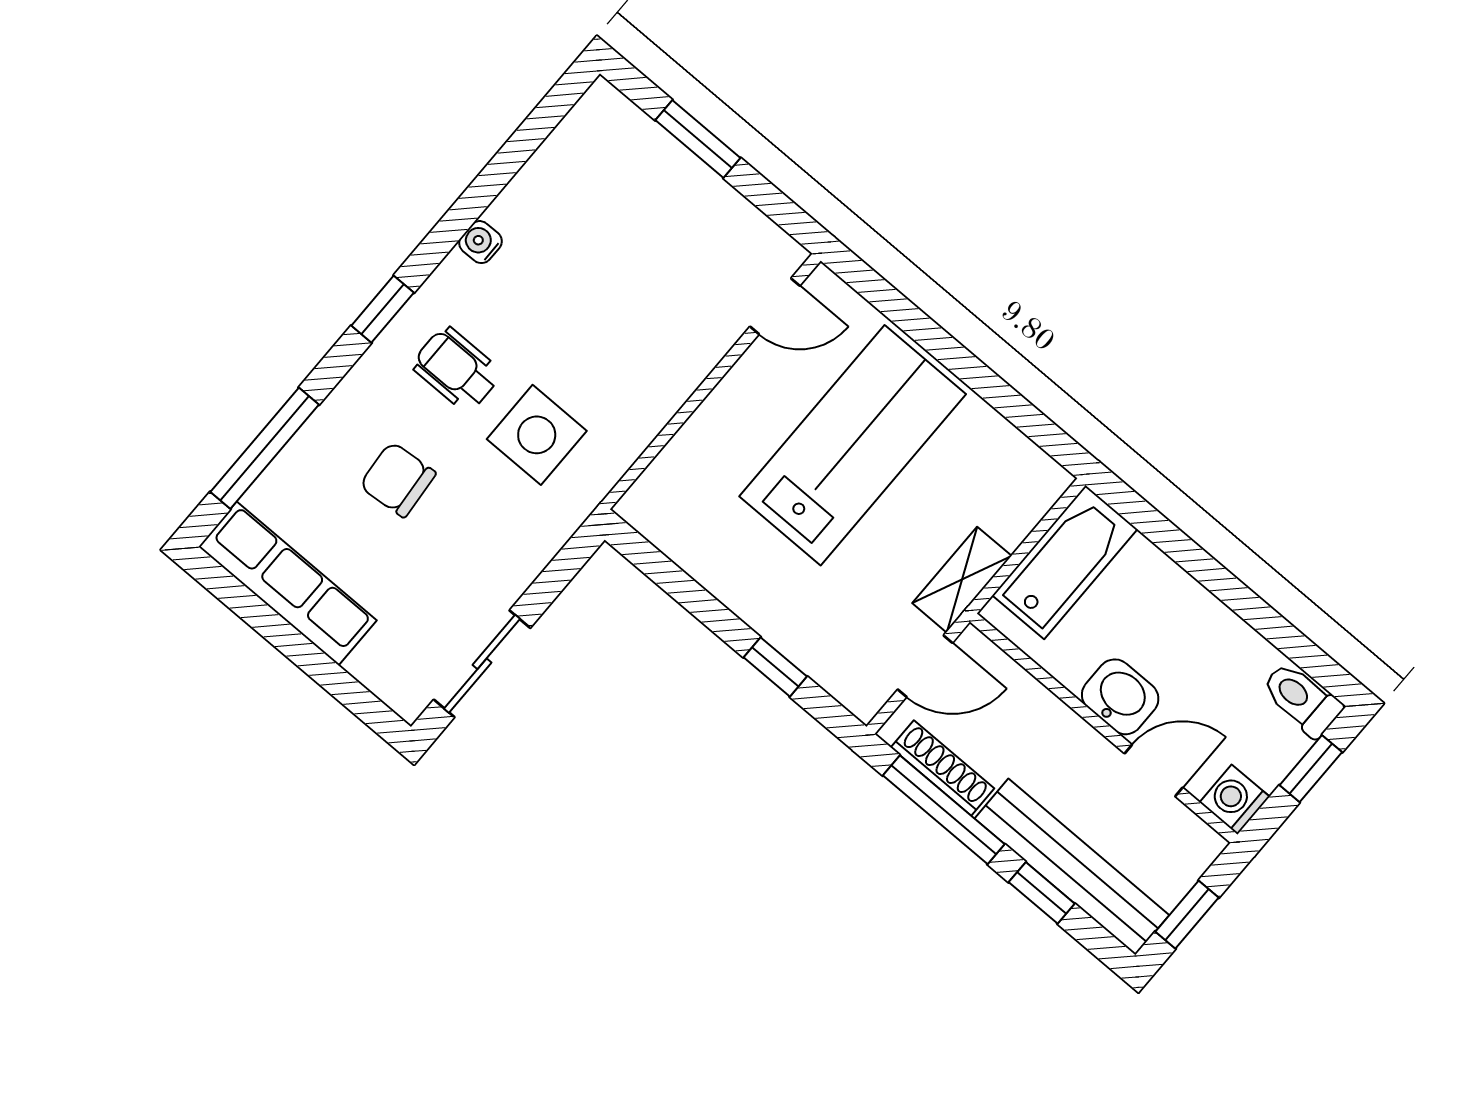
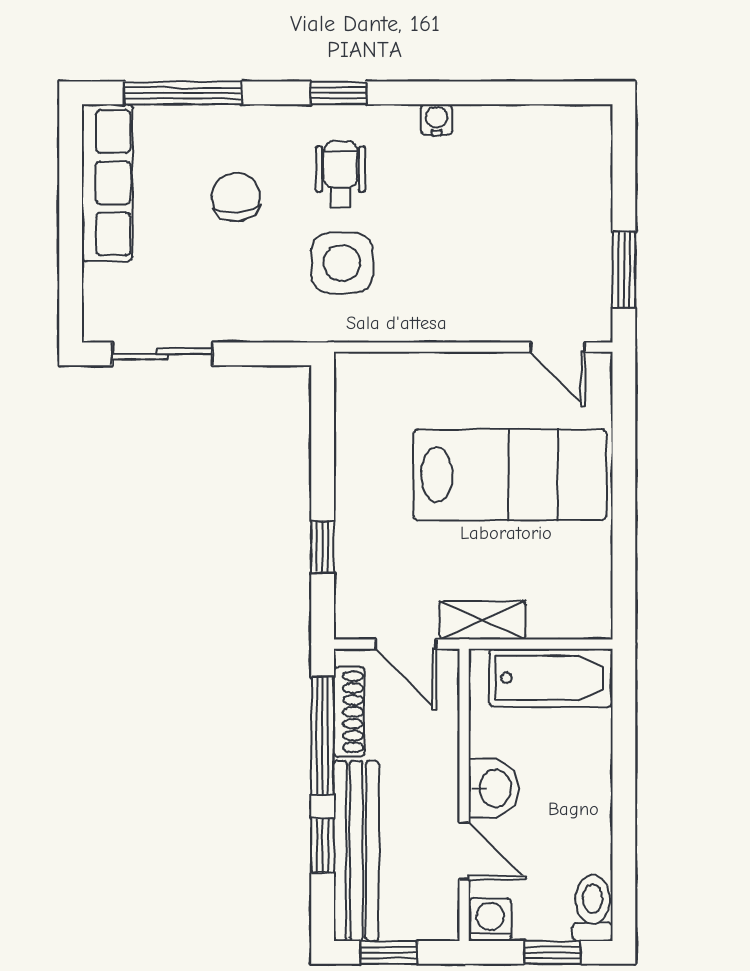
window: (698, 139) -> (624, 270), moved

